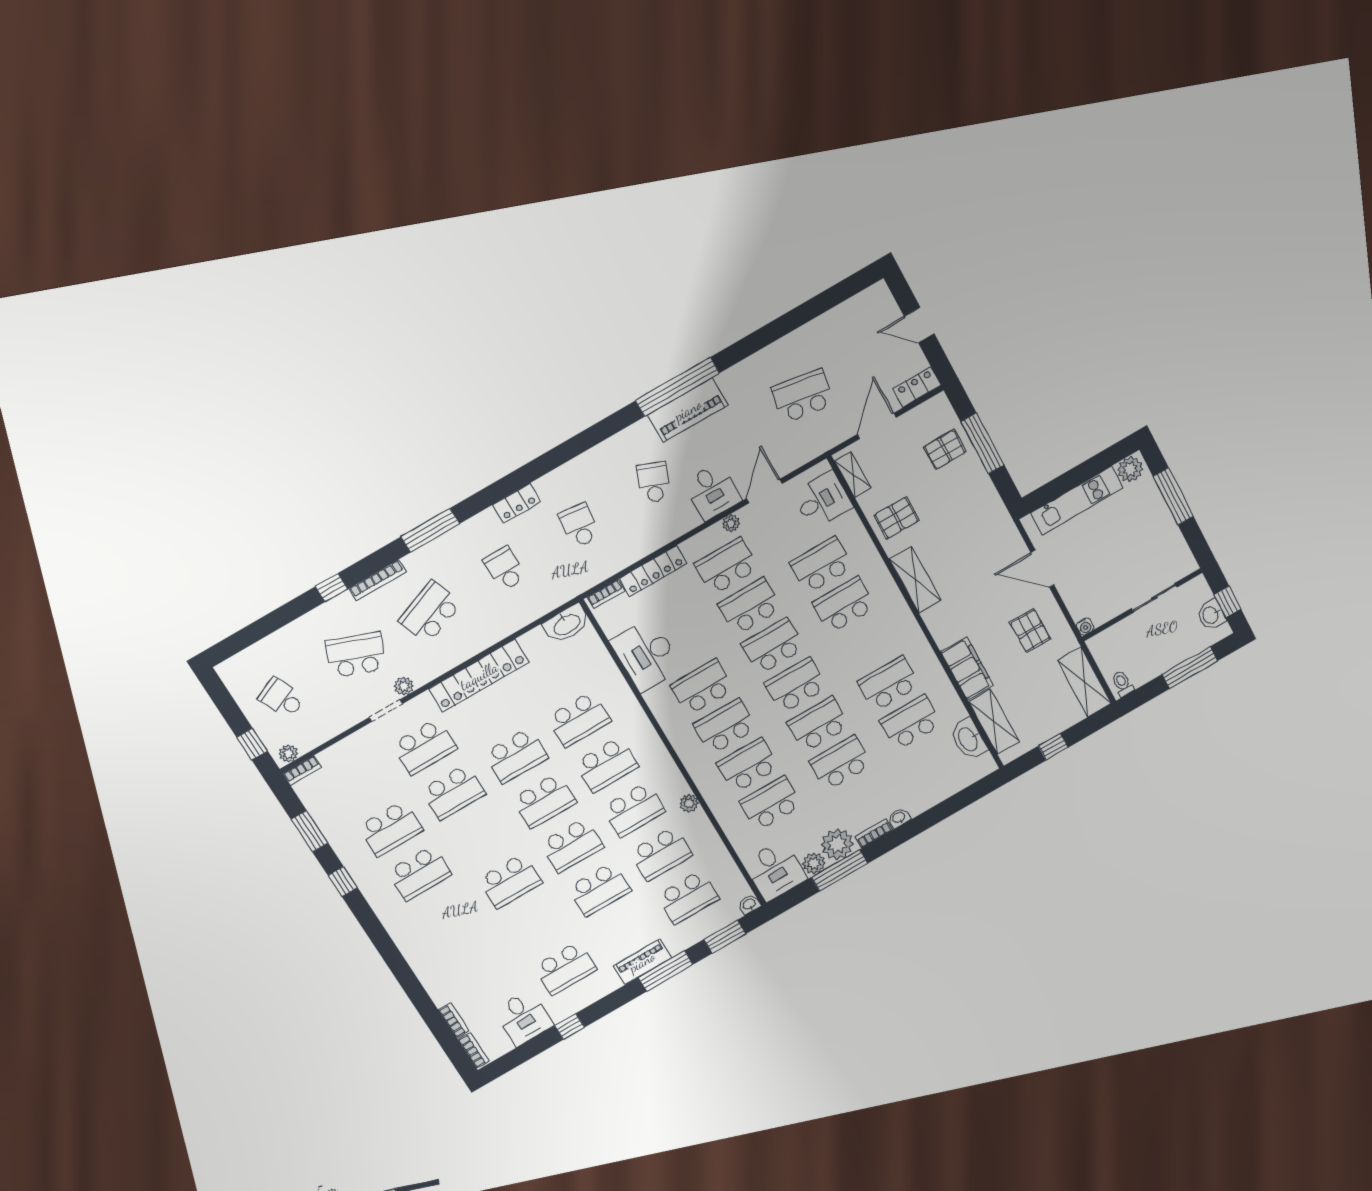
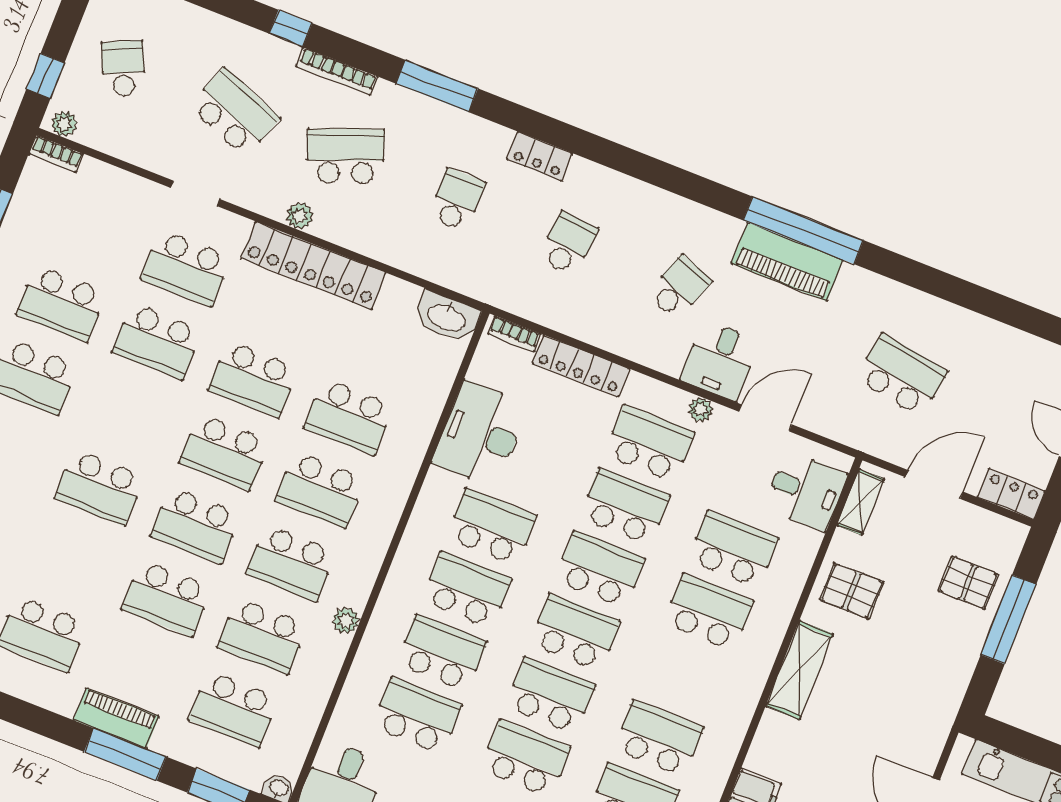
plant: (404, 686) -> (300, 216), moved

